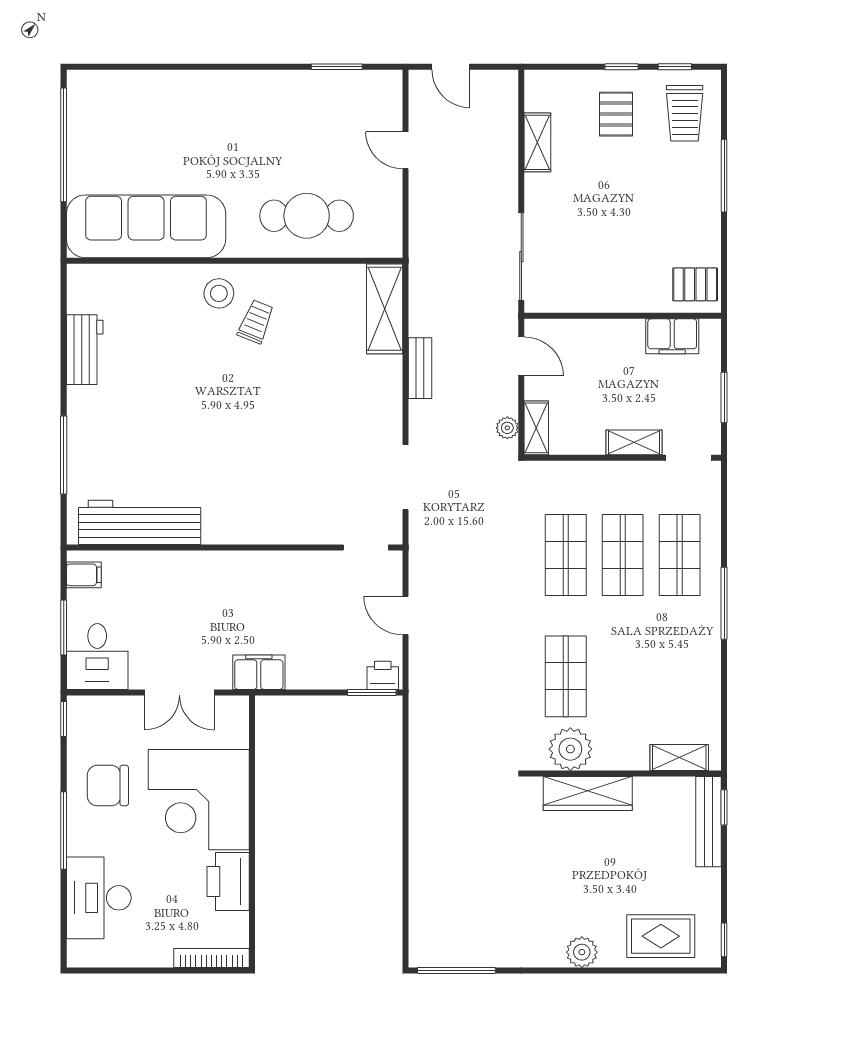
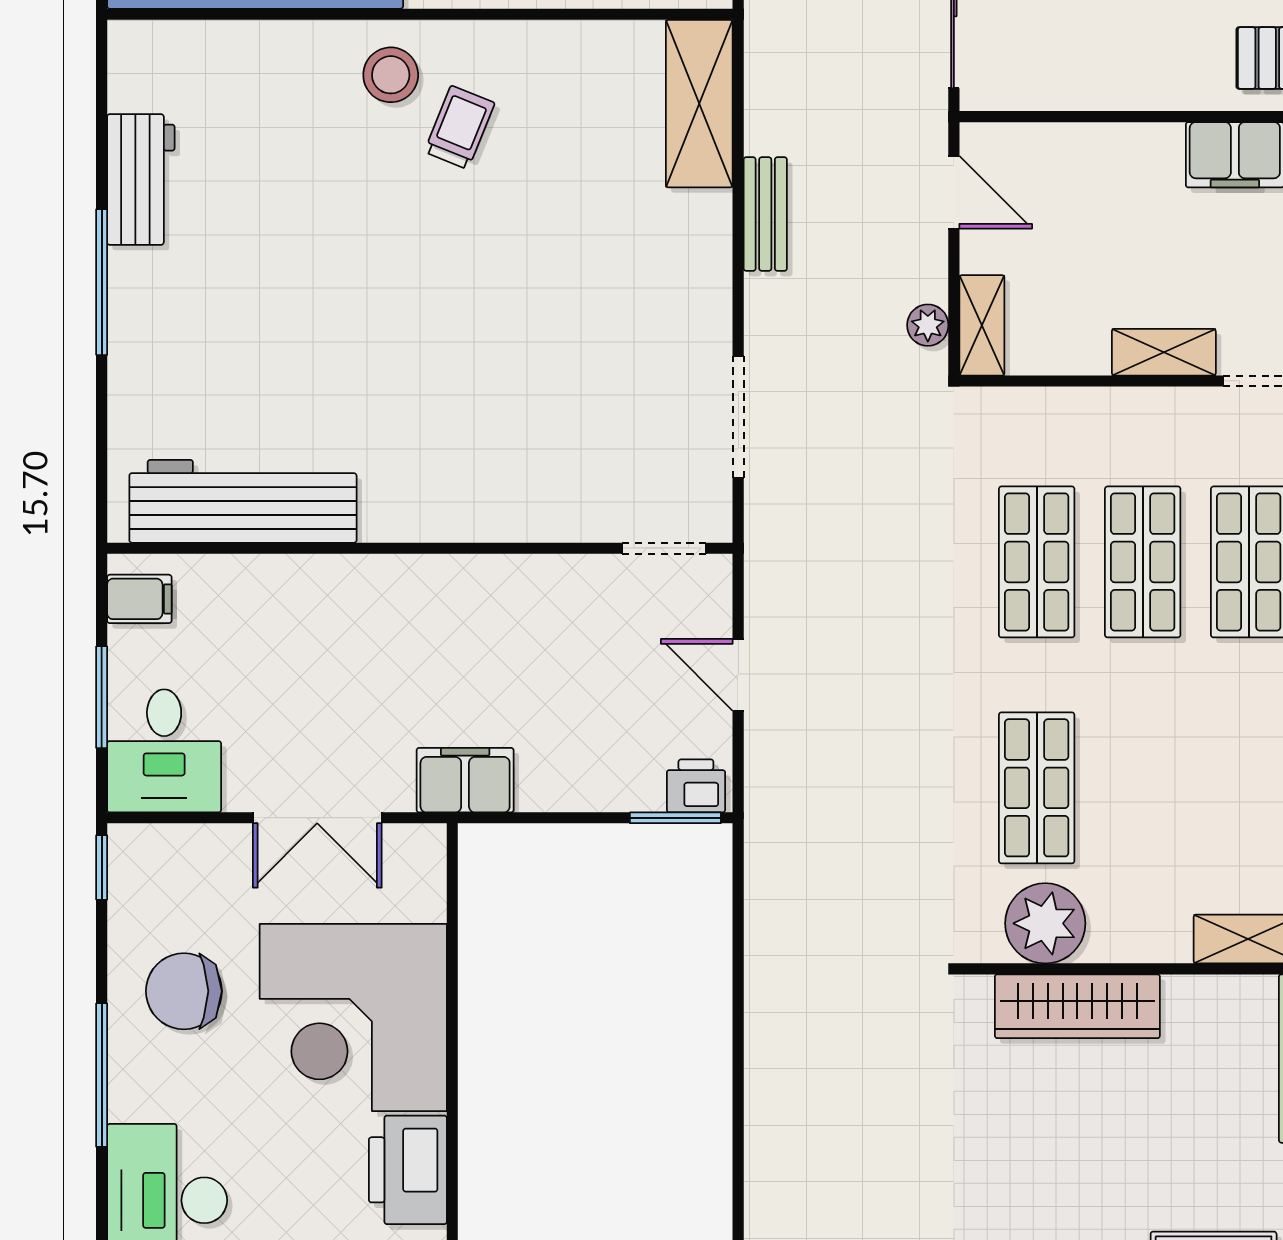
window: (64, 455) -> (102, 282), moved

